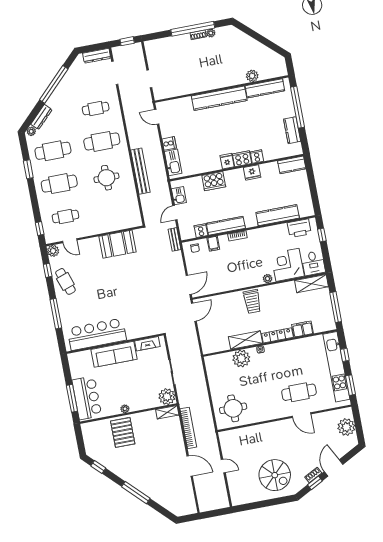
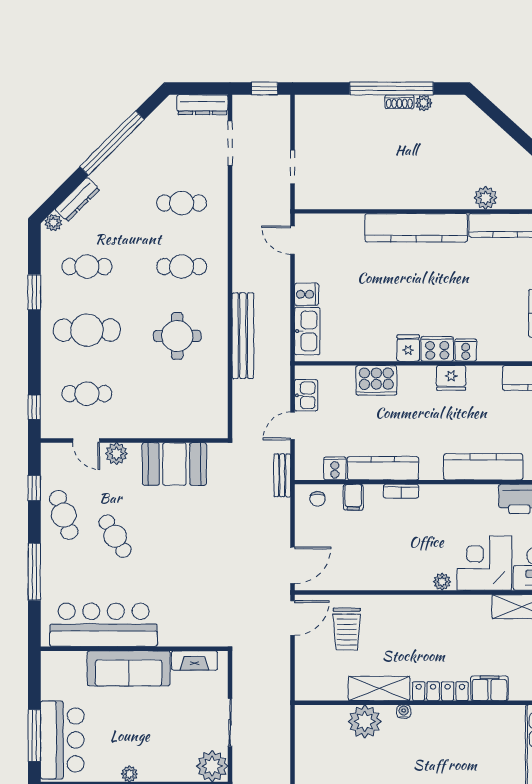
cafe table: (102, 141) -> (182, 267), width x0.73, depth x0.74
cafe table: (53, 151) -> (87, 267), width x0.73, depth x0.74
plant: (53, 251) -> (116, 454), moved
cafe table: (94, 287) -> (115, 536), added
trolley: (252, 301) -> (347, 629), moved

